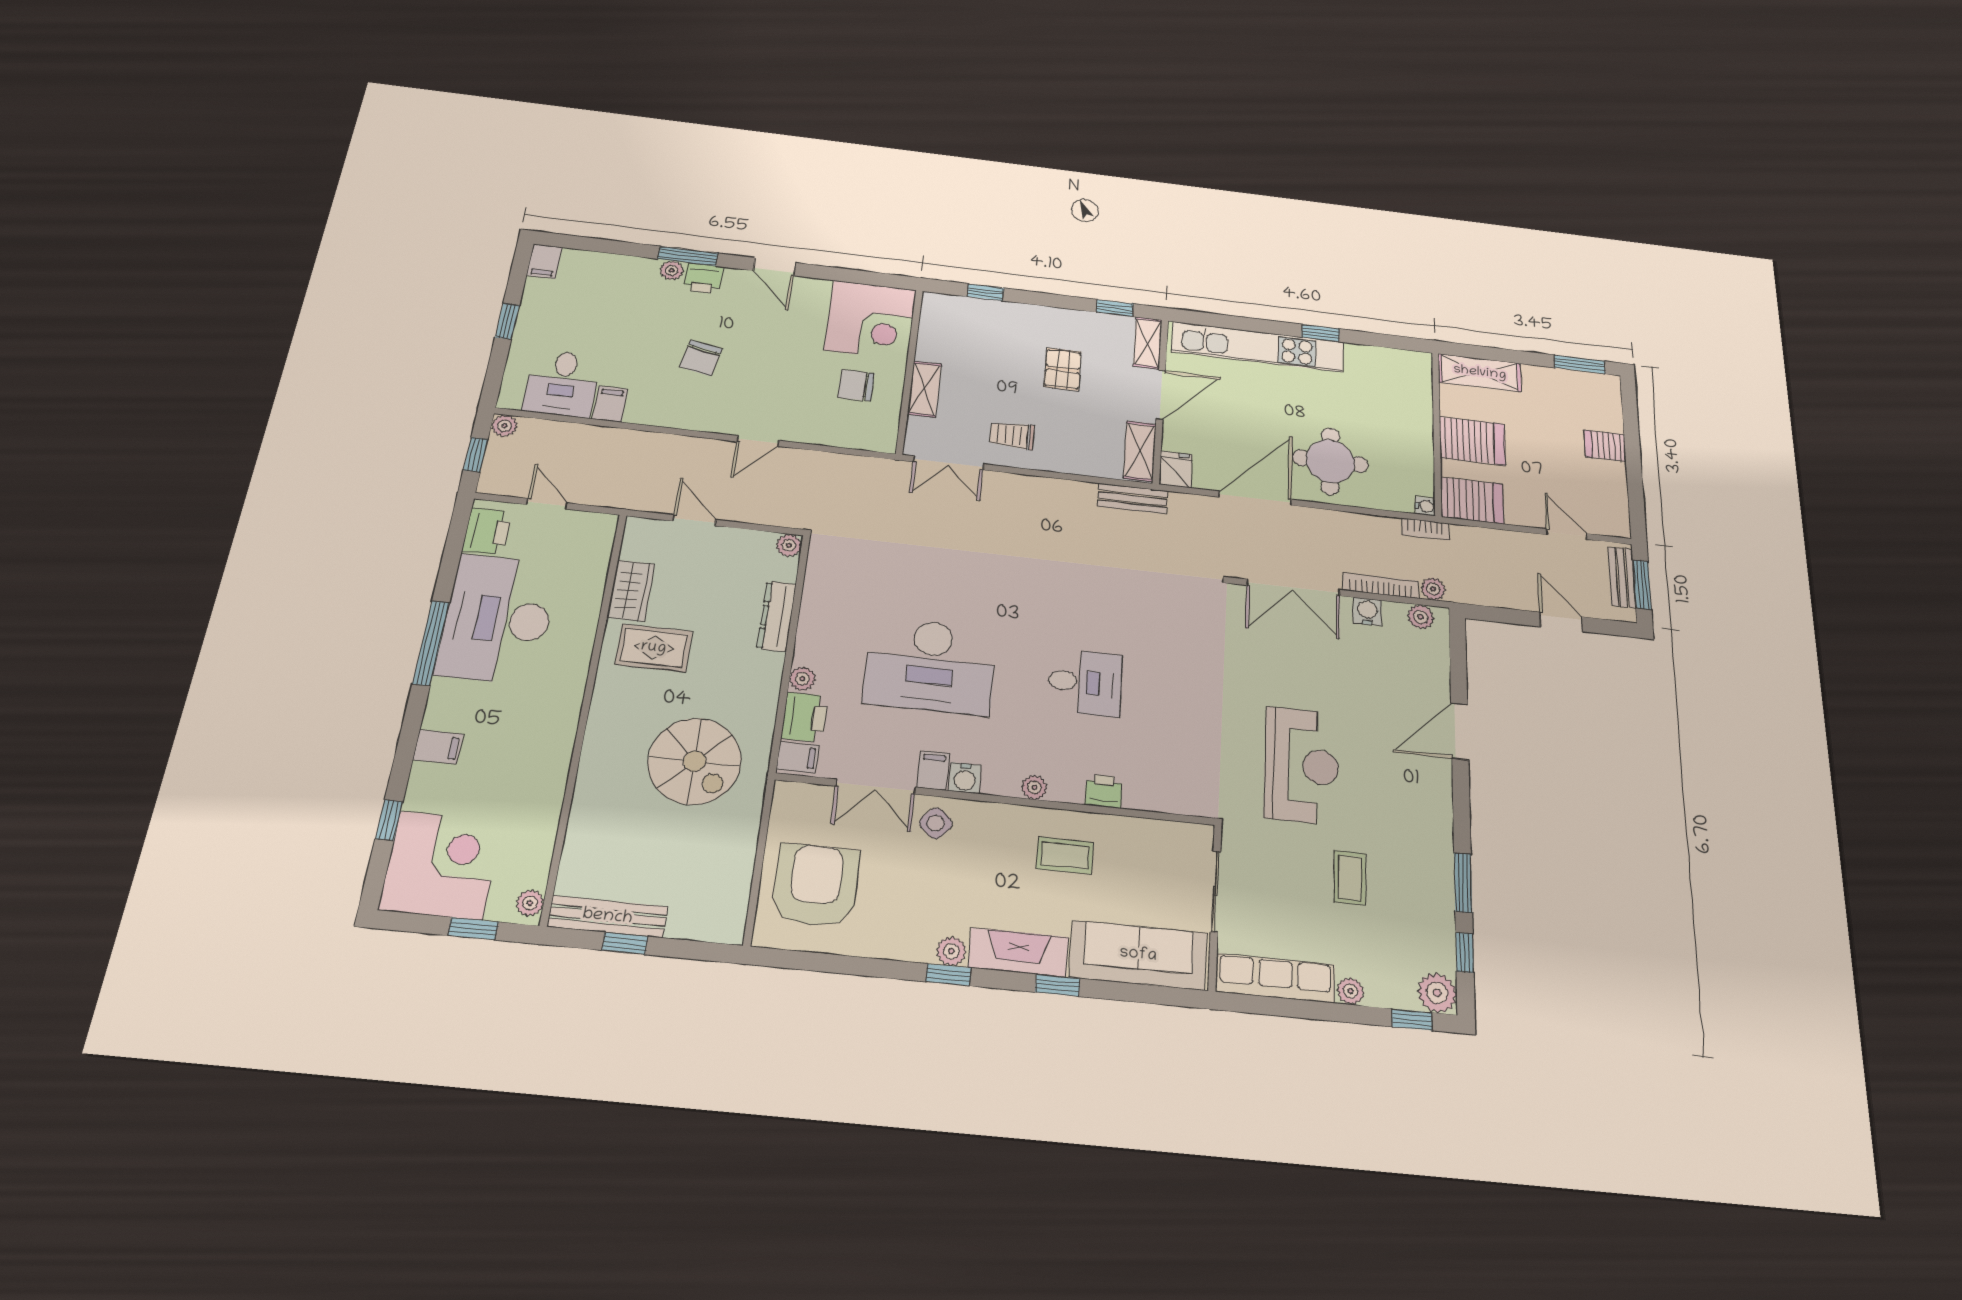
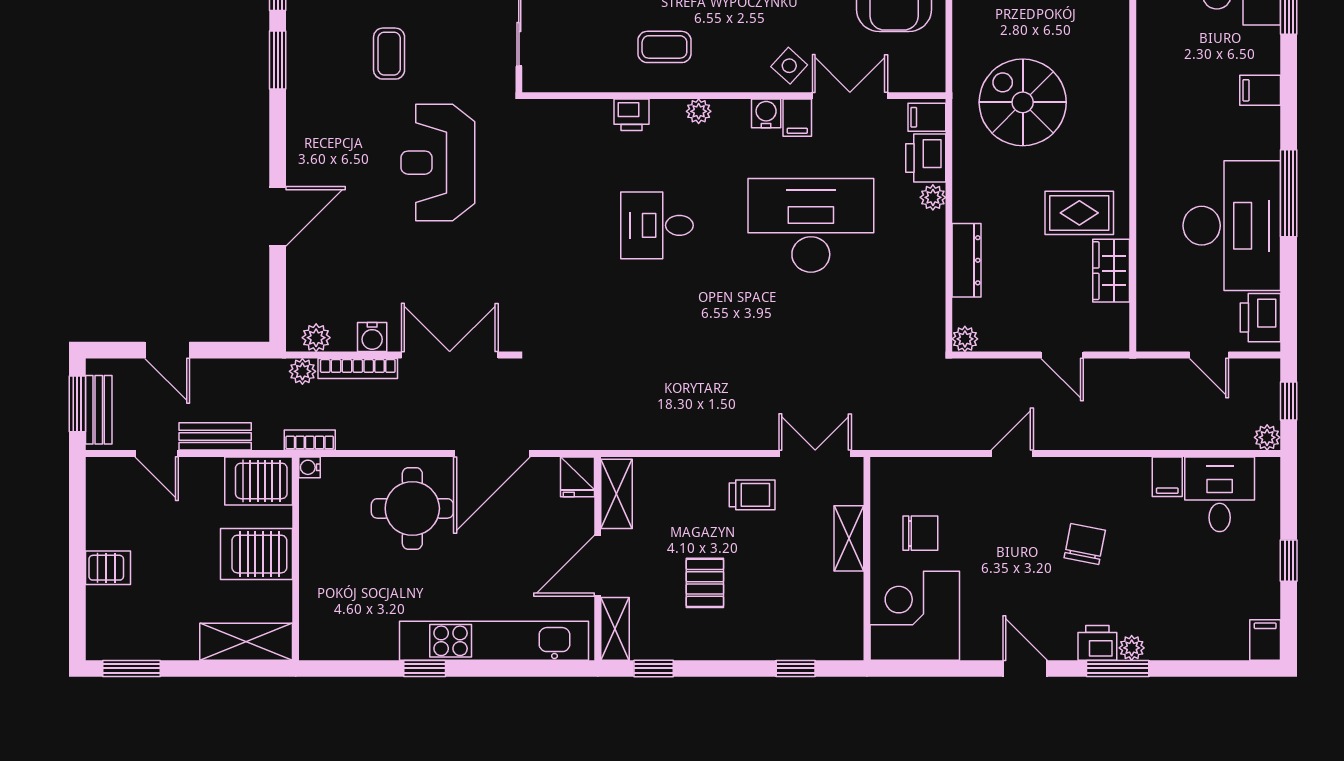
bench: (1132, 499) -> (215, 436), moved

